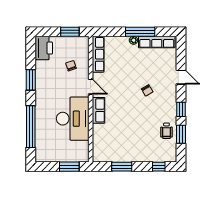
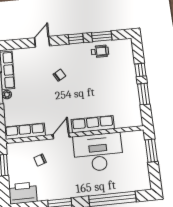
row of seats: (98, 110) -> (93, 124), width x1.48
window: (159, 167) -> (140, 70), moved

